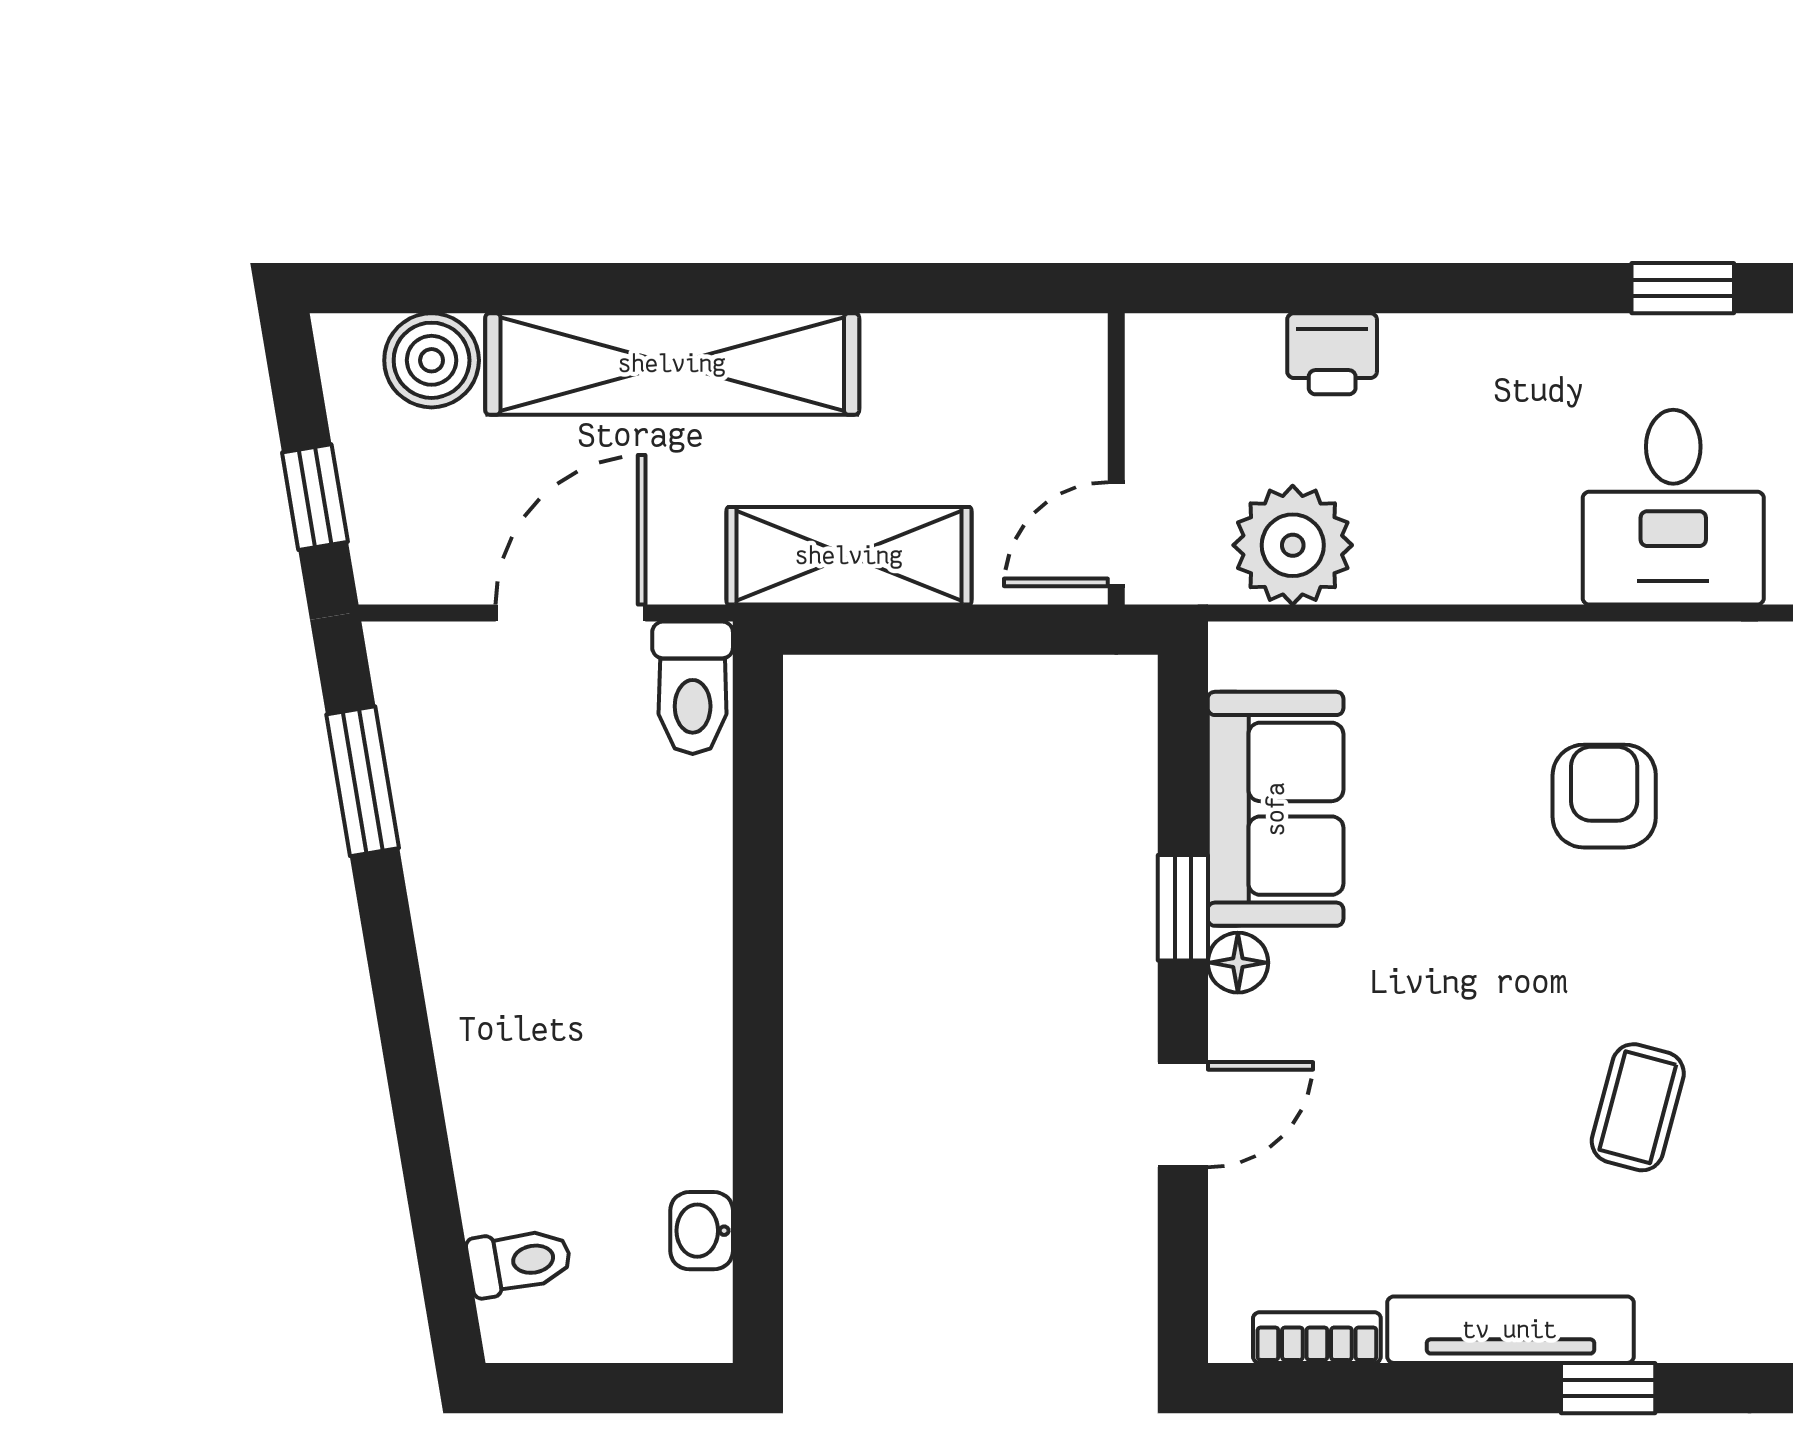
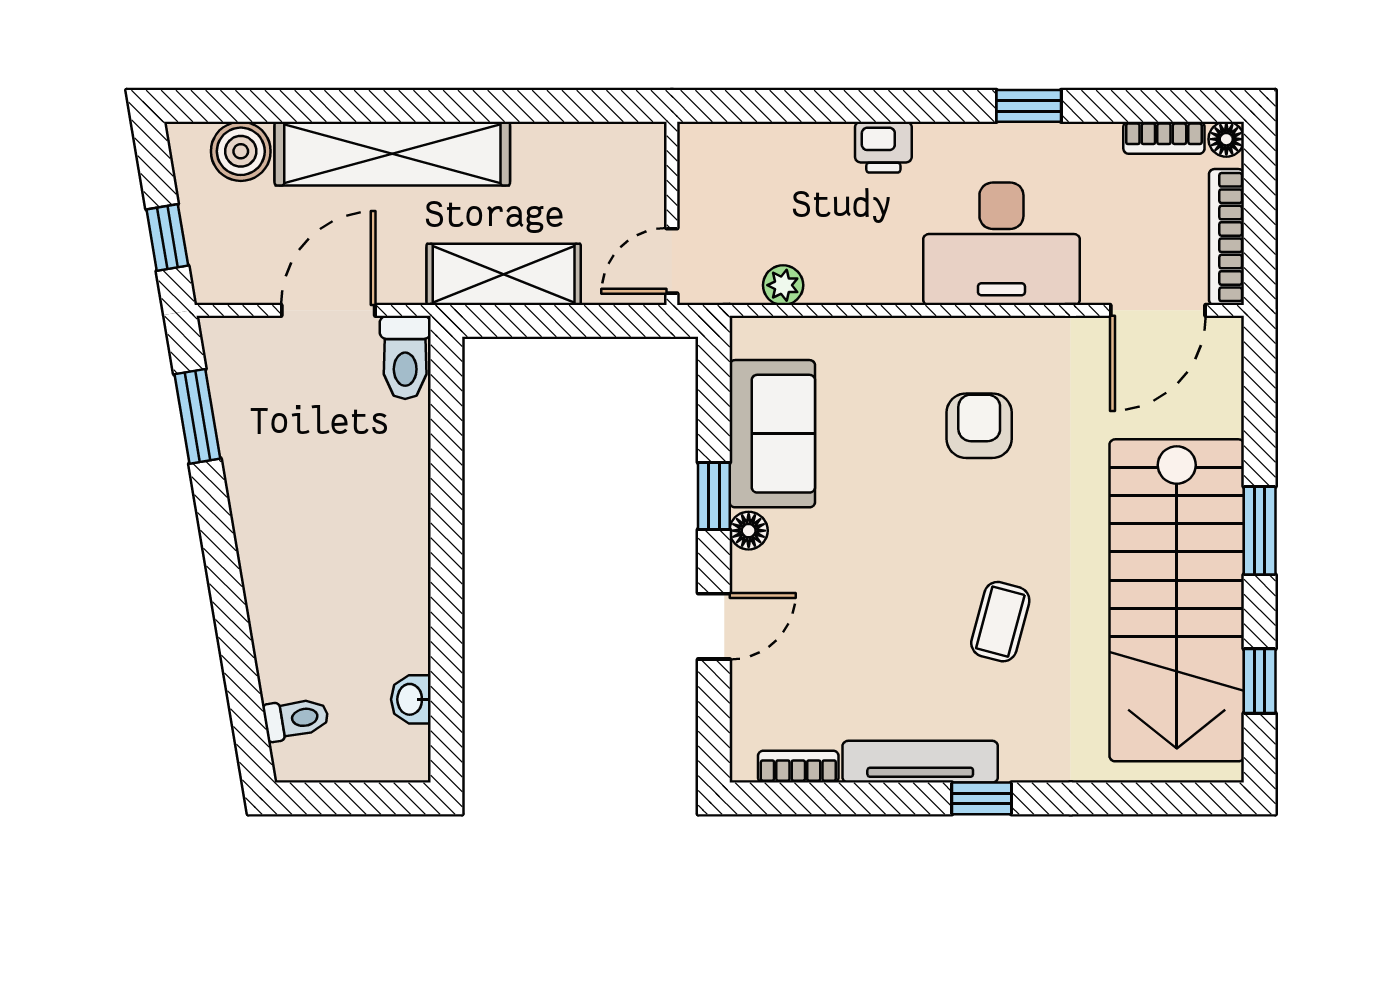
printer: (1332, 354) -> (883, 147), moved
desk: (1673, 507) -> (1001, 244), width x1.37
plant: (1293, 545) -> (783, 285), width x0.53, depth x0.53

